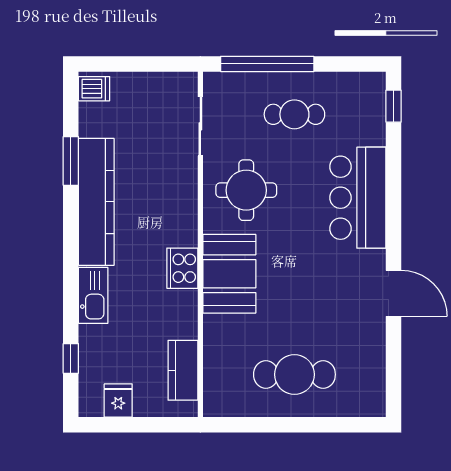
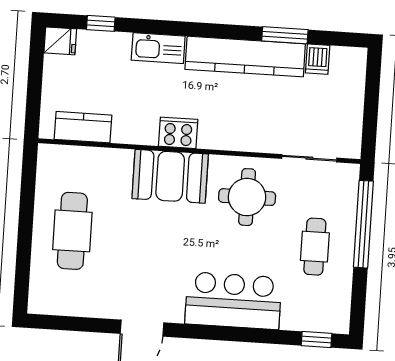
dishwasher: (94, 89) -> (318, 59), moved
fridge: (118, 401) -> (60, 41), moved

